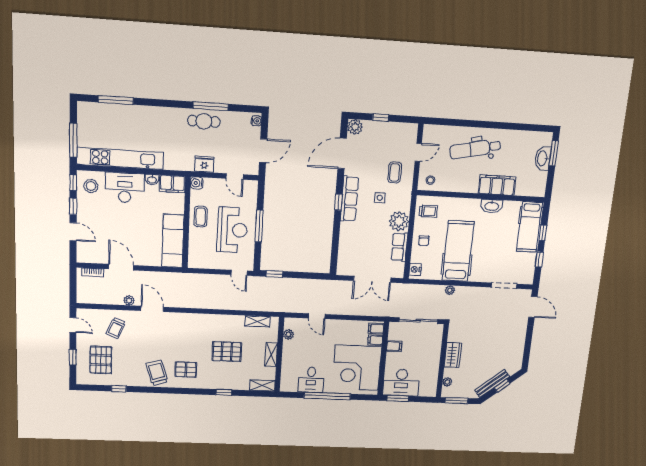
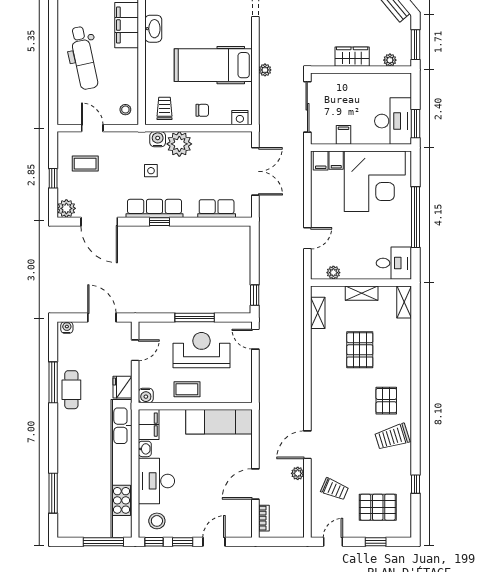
kitchen unit: (120, 158) -> (122, 469), width x1.36
coffee table: (395, 172) -> (85, 164), moved
water cooler: (404, 205) -> (158, 139), added
row of seats: (399, 247) -> (217, 209), moved, turned 180
door: (239, 273) -> (255, 339), swing flipped
desk: (311, 380) -> (394, 263), moved
window: (224, 392) -> (416, 351), removed

